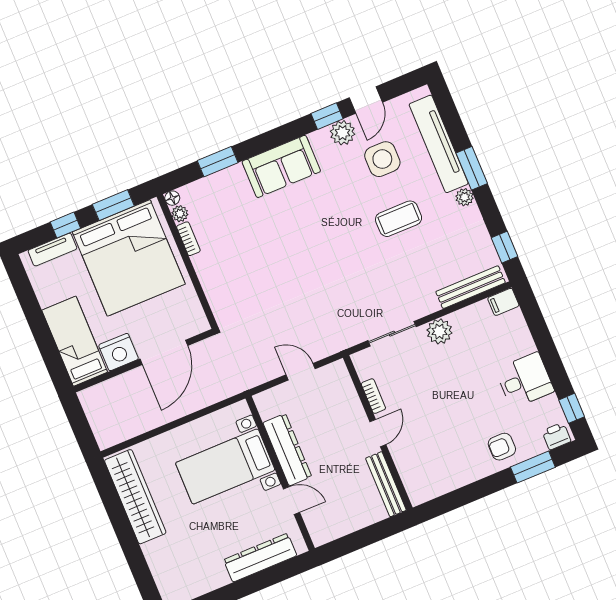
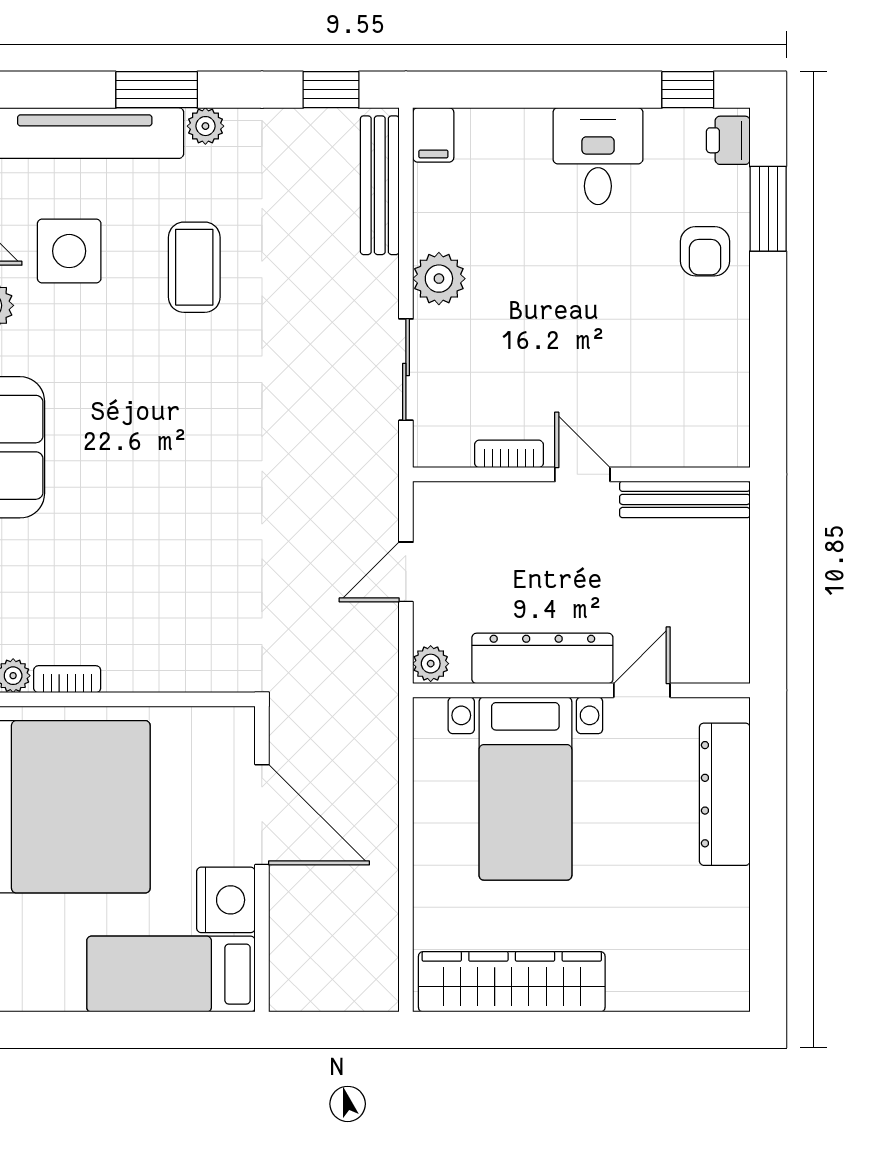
plant: (264, 400) -> (431, 664), added

